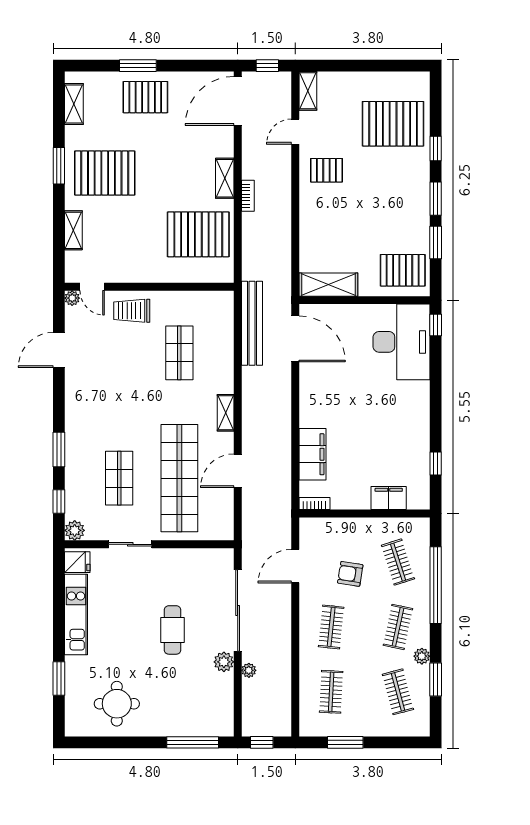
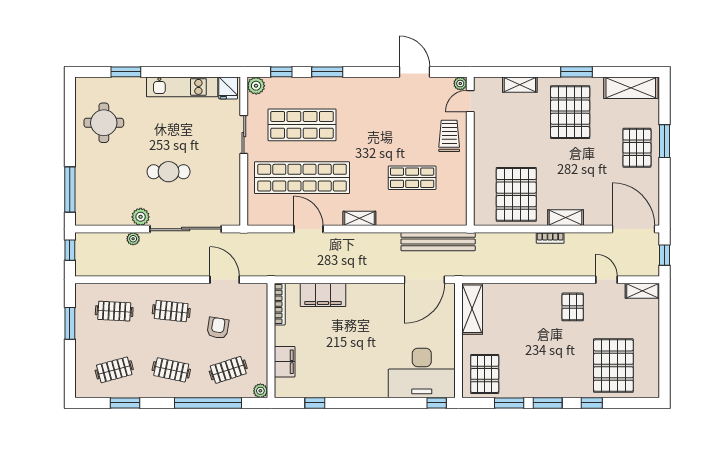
shelving: (74, 104) -> (631, 88), width x1.50, depth x1.33
shop shelf: (119, 478) -> (302, 125), width x1.43, depth x1.36
bookcase: (314, 504) -> (280, 304), width x1.56
plant: (422, 656) -> (260, 391), moved

